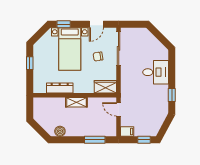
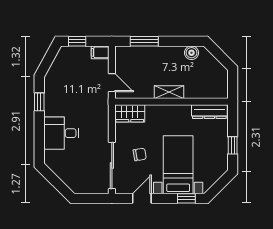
dresser: (60, 88) -> (209, 112), moved

